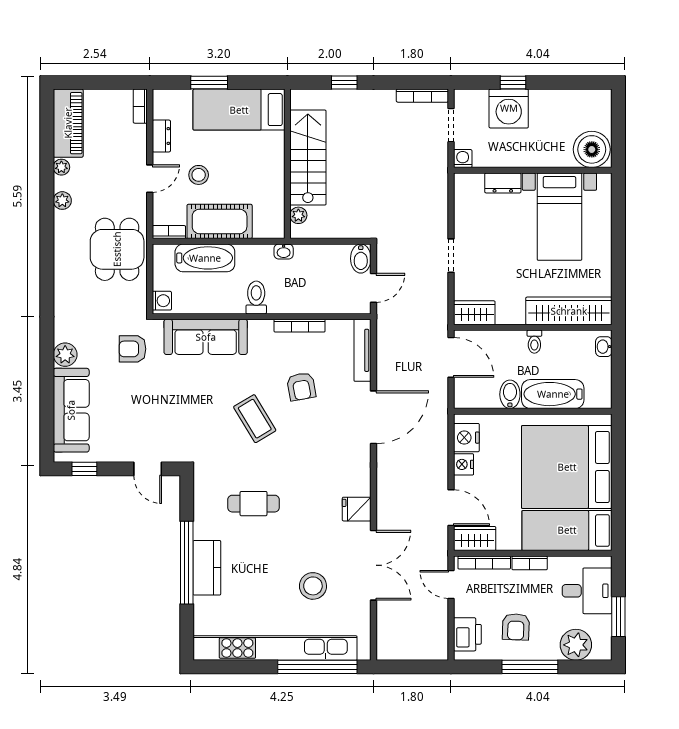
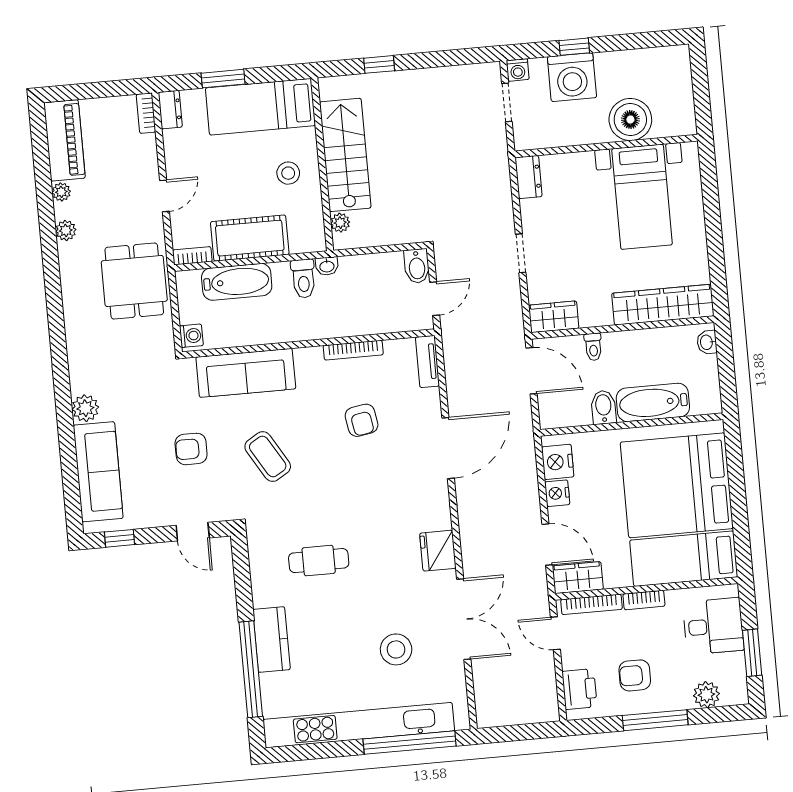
bookcase: (422, 96) -> (471, 71), removed
dresser: (161, 136) -> (170, 110), moved
boiler: (592, 149) -> (630, 120), moved
washing machine: (463, 159) -> (518, 70), moved, turned 180
stool: (199, 175) -> (288, 173), moved
dresser: (503, 183) -> (529, 177), moved, turned -90
toilet: (256, 297) -> (303, 279), moved, turned 180
toilet: (534, 342) -> (593, 347), moved
armchair: (133, 349) -> (191, 449), moved
tv unit: (362, 350) -> (427, 362), width x0.71
coffee table: (255, 419) -> (268, 457), moved
fridge: (357, 509) -> (438, 551), width x1.38
window: (187, 563) -> (251, 669), moved
armchair: (516, 627) -> (635, 675), turned 88
plant: (576, 645) -> (706, 695), width x0.73, depth x0.73

